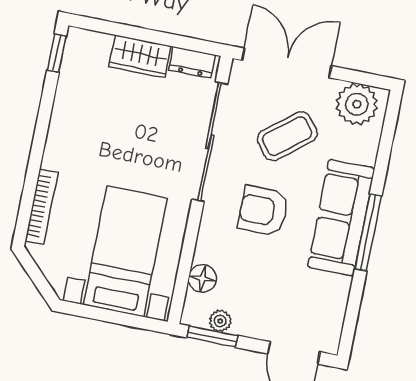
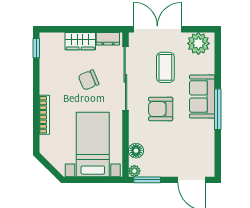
chair: (141, 131) -> (89, 80), added
coffee table: (287, 136) -> (165, 67), turned -51
bookcase: (42, 207) -> (44, 115), moved
sofa: (341, 218) -> (202, 96), width x0.73
plant: (220, 321) -> (134, 171), moved

